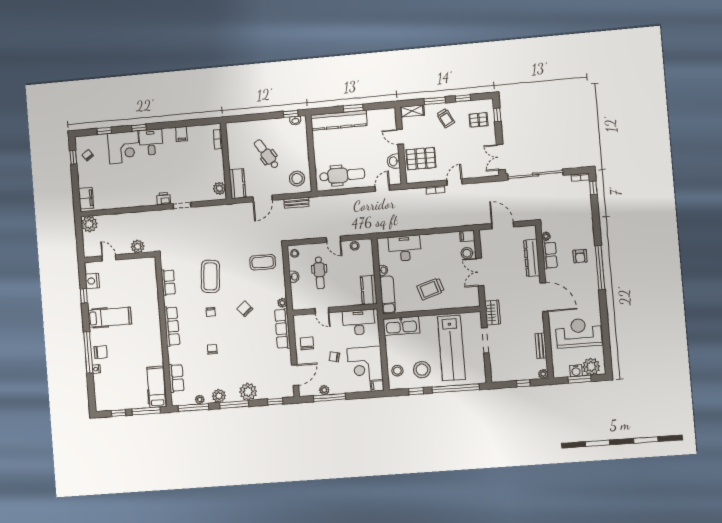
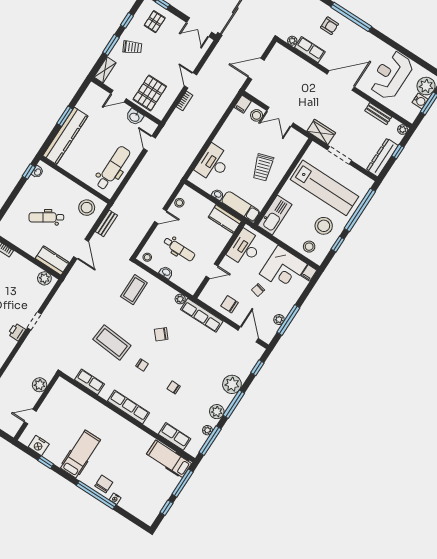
dresser: (532, 258) -> (382, 158), moved, turned 90

